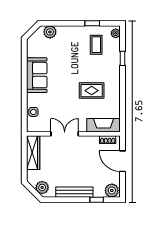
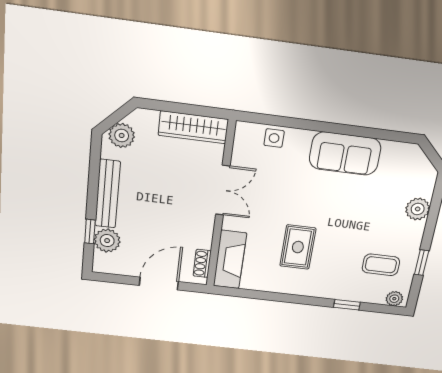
plant: (50, 32) -> (418, 209), moved
plant: (112, 191) -> (107, 241), moved

